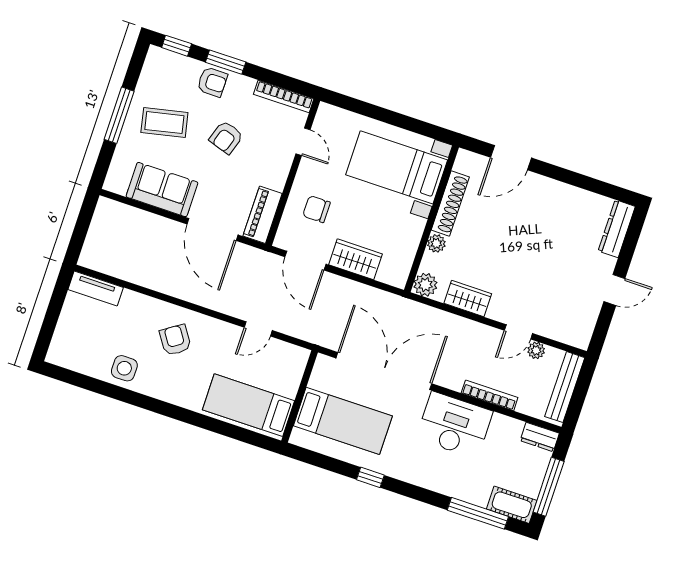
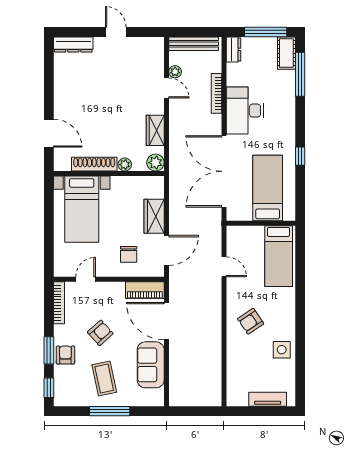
armchair: (226, 137) -> (100, 333), turned -60
door: (212, 229) -> (166, 321), swing flipped
tv unit: (96, 288) -> (268, 399), moved, turned -90

